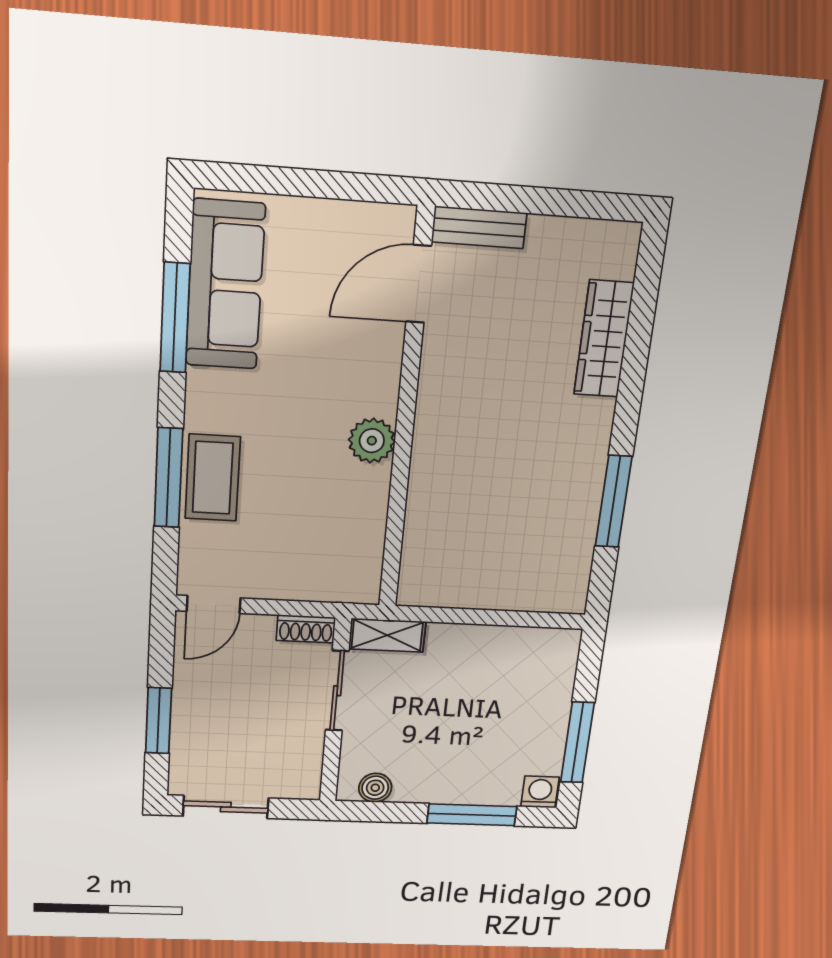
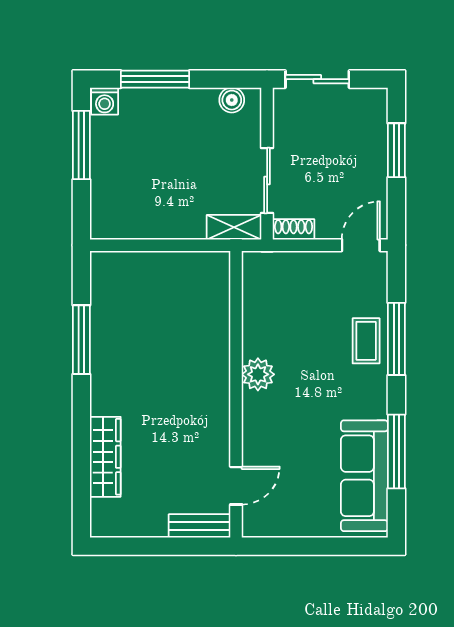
door: (419, 284) -> (236, 486), width x0.73
coffee table: (213, 478) -> (366, 341), width x0.73, depth x0.77
sliding door: (226, 807) -> (317, 79), moved

